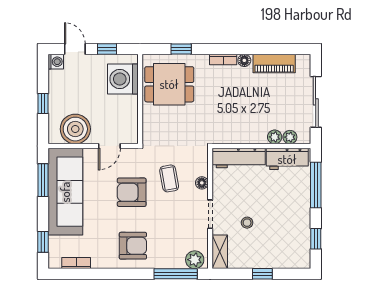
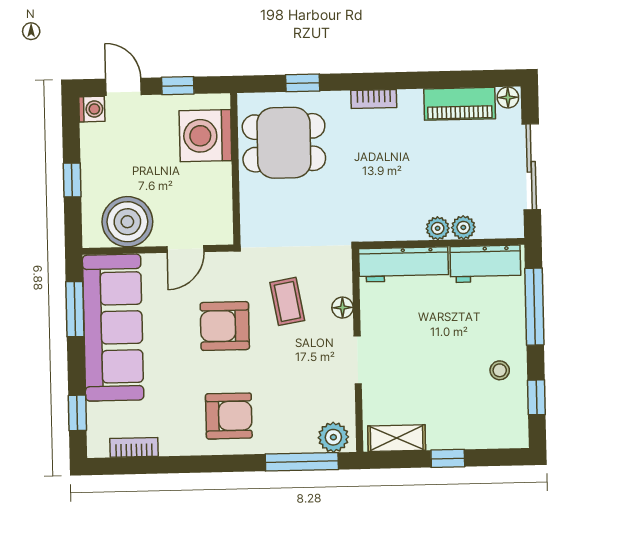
floor lamp: (244, 60) -> (508, 97), moved
plant: (290, 137) -> (438, 228), moved
stool: (247, 223) -> (500, 370), moved
shelving: (220, 252) -> (397, 438), moved, turned 90

